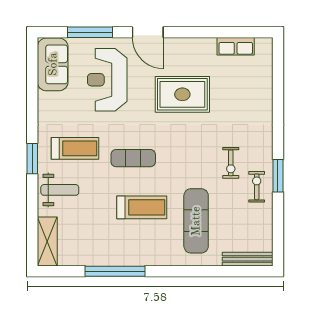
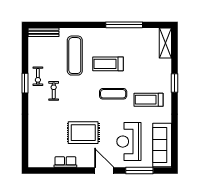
row of seats: (236, 46) -> (65, 162), moved
sofa: (53, 64) -> (162, 145), width x1.36
reception desk: (107, 80) -> (129, 142), turned 180
window: (32, 159) -> (175, 83), moved
weight bench: (60, 190) -> (158, 74), removed

